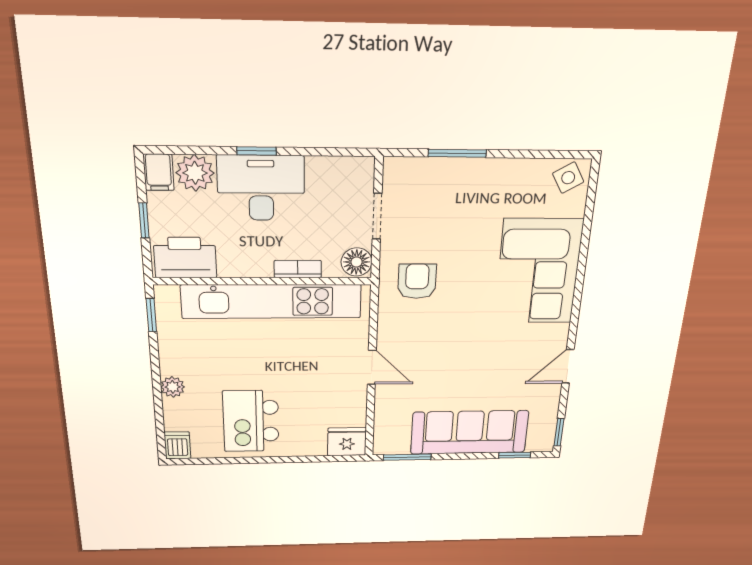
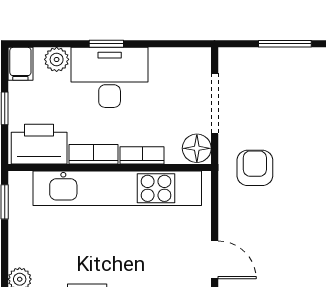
plant: (195, 173) -> (57, 59), width x0.73, depth x0.73
doorway: (377, 216) -> (215, 104), width x1.38
bookcase: (245, 268) -> (94, 154), added

